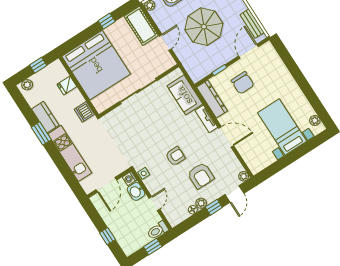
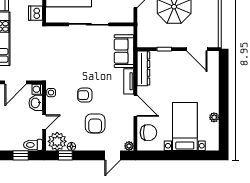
bench: (252, 24) -> (214, 29), removed
door: (249, 51) -> (197, 49), swing flipped
chair: (243, 83) -> (148, 133), moved, turned -90
plant: (315, 121) -> (214, 117), moved
armchair: (175, 156) -> (85, 95), turned 180
plant: (201, 203) -> (57, 141), moved, width x1.88, depth x1.88
window: (214, 207) -> (65, 155), moved

